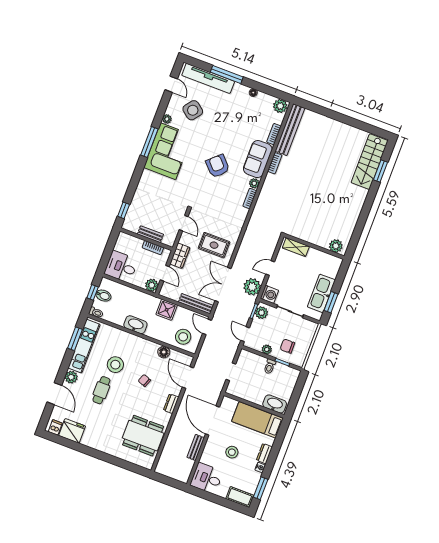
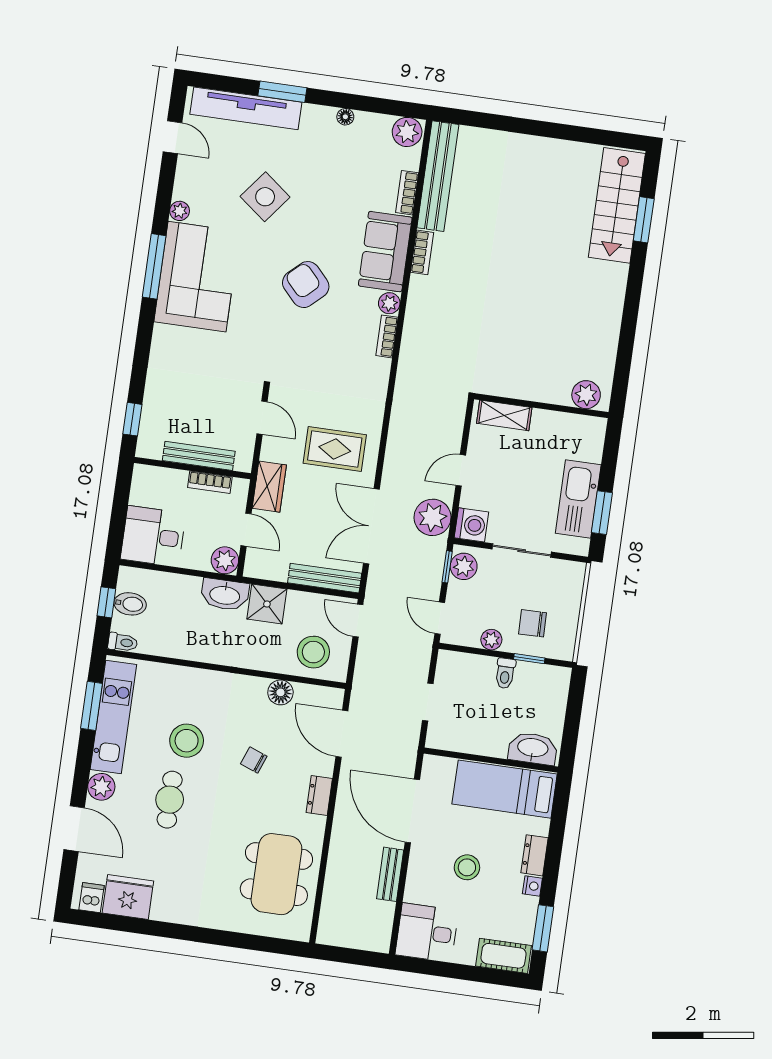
window: (227, 75) -> (282, 92), width x0.69
side table: (193, 110) -> (265, 197), moved
bench: (150, 234) -> (199, 456), width x1.36
washbasin: (135, 325) -> (225, 595), moved, turned 180
dining table: (143, 436) -> (276, 874), turned 90

